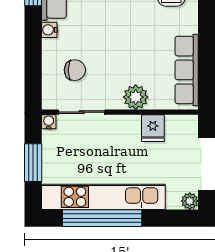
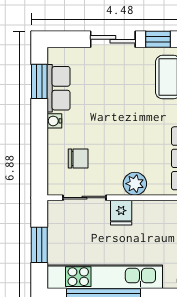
water cooler: (49, 122) -> (54, 207), removed
fridge: (153, 128) -> (121, 213), moved

